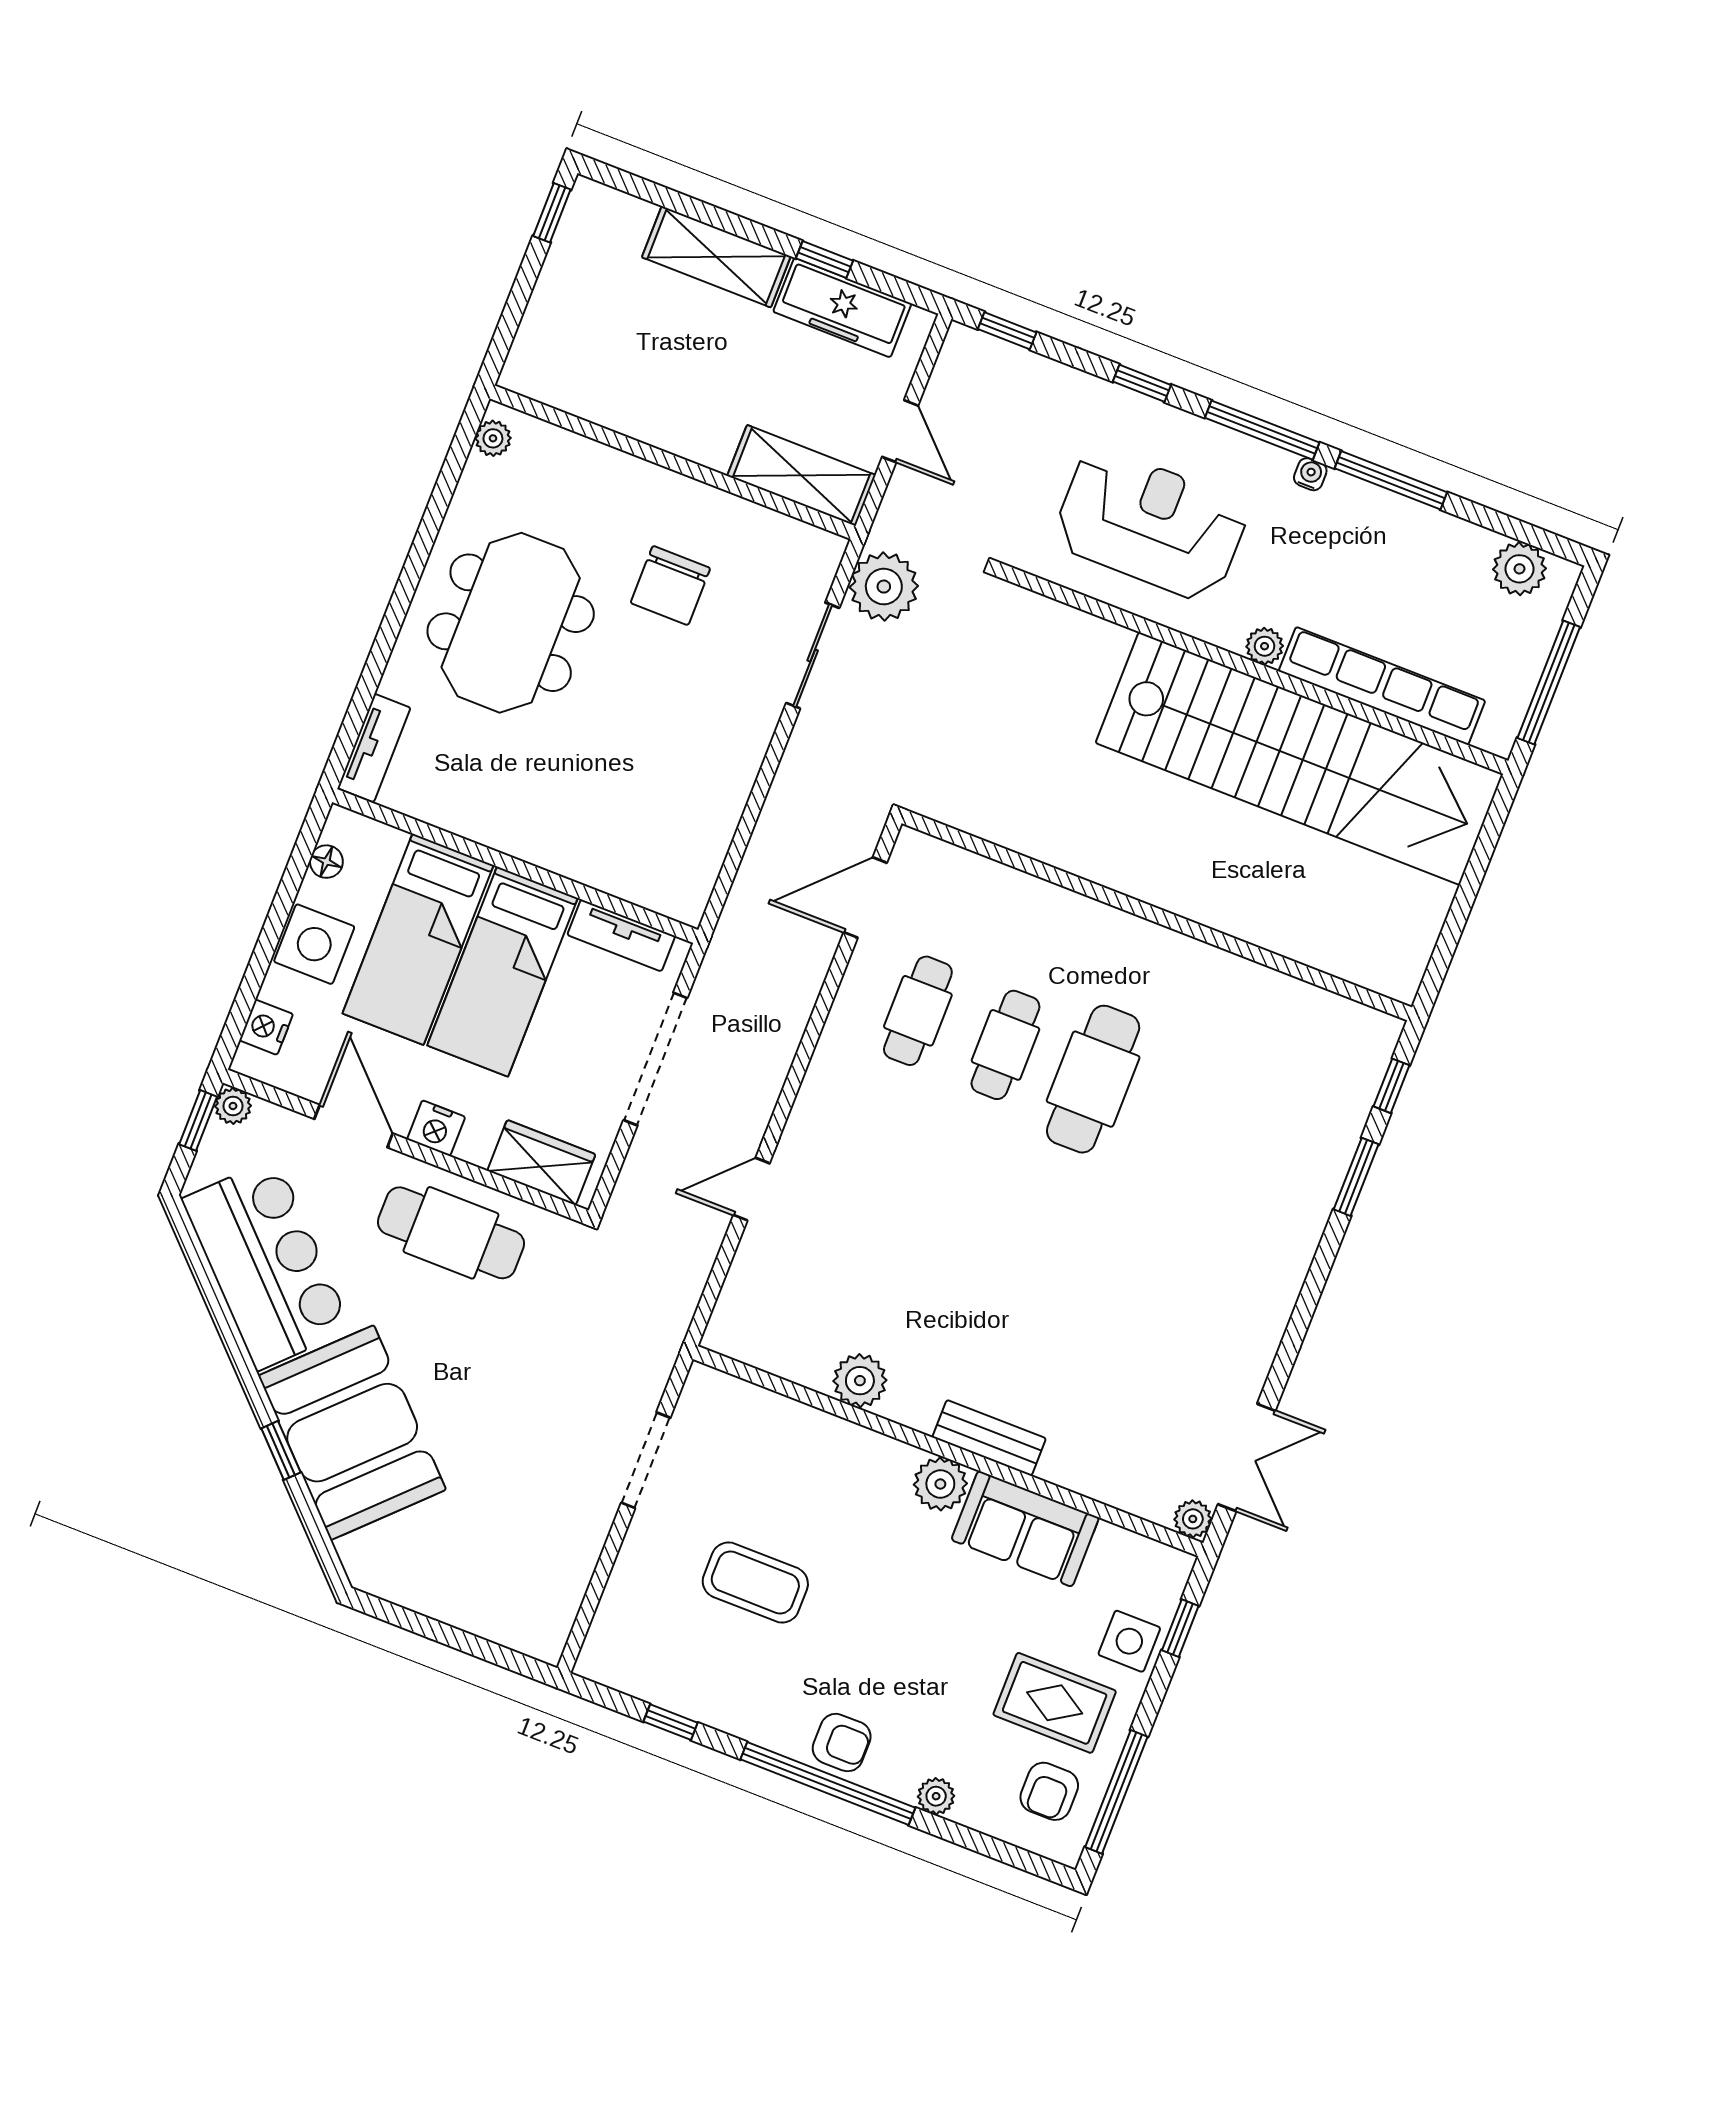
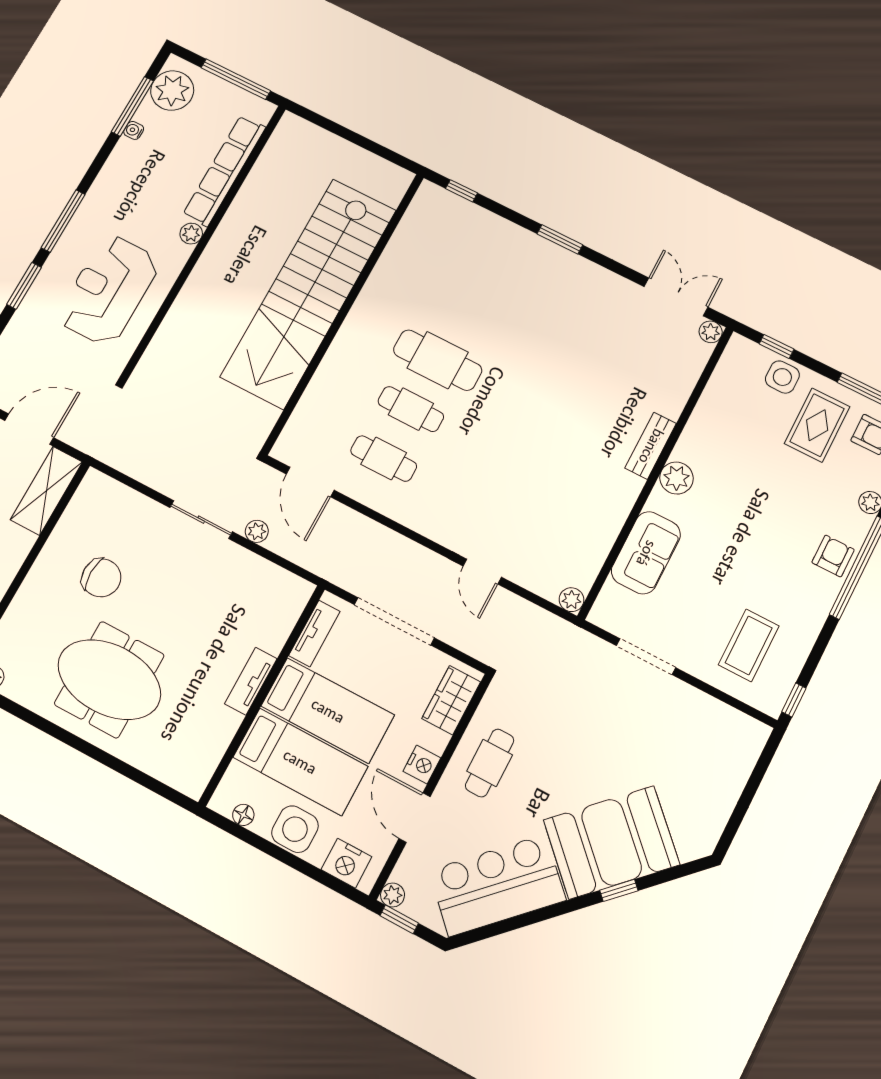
window: (1142, 383) -> (24, 286), width x1.50
door: (900, 431) -> (29, 429), width x1.38
water cooler: (1310, 474) -> (134, 130), moved
window: (1391, 480) -> (132, 106), moved
plant: (1519, 569) -> (172, 90), width x1.36, depth x1.36
plant: (884, 587) -> (257, 531), moved, width x0.53, depth x0.53
sliding door: (813, 656) -> (201, 520), moved
tv unit: (374, 748) -> (251, 681), moved, turned -90
stairs: (1299, 759) -> (309, 293), moved, turned 180
nightstand: (266, 1027) -> (346, 863), width x1.36, depth x1.33
door: (354, 1126) -> (415, 818), hinge flipped
window: (1356, 1177) -> (560, 239), moved
cafe table: (451, 1233) -> (490, 763), width x0.73, depth x0.74
plant: (860, 1381) -> (572, 600), moved, width x0.73, depth x0.73
sofa: (1025, 1529) -> (646, 553), moved
coffee table: (755, 1583) -> (749, 645), moved
window: (671, 1722) -> (794, 700), moved

